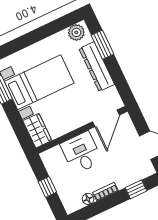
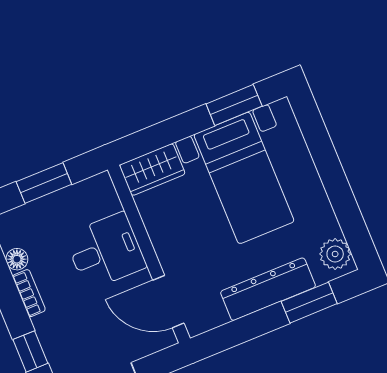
window: (47, 187) -> (44, 183), width x1.50

